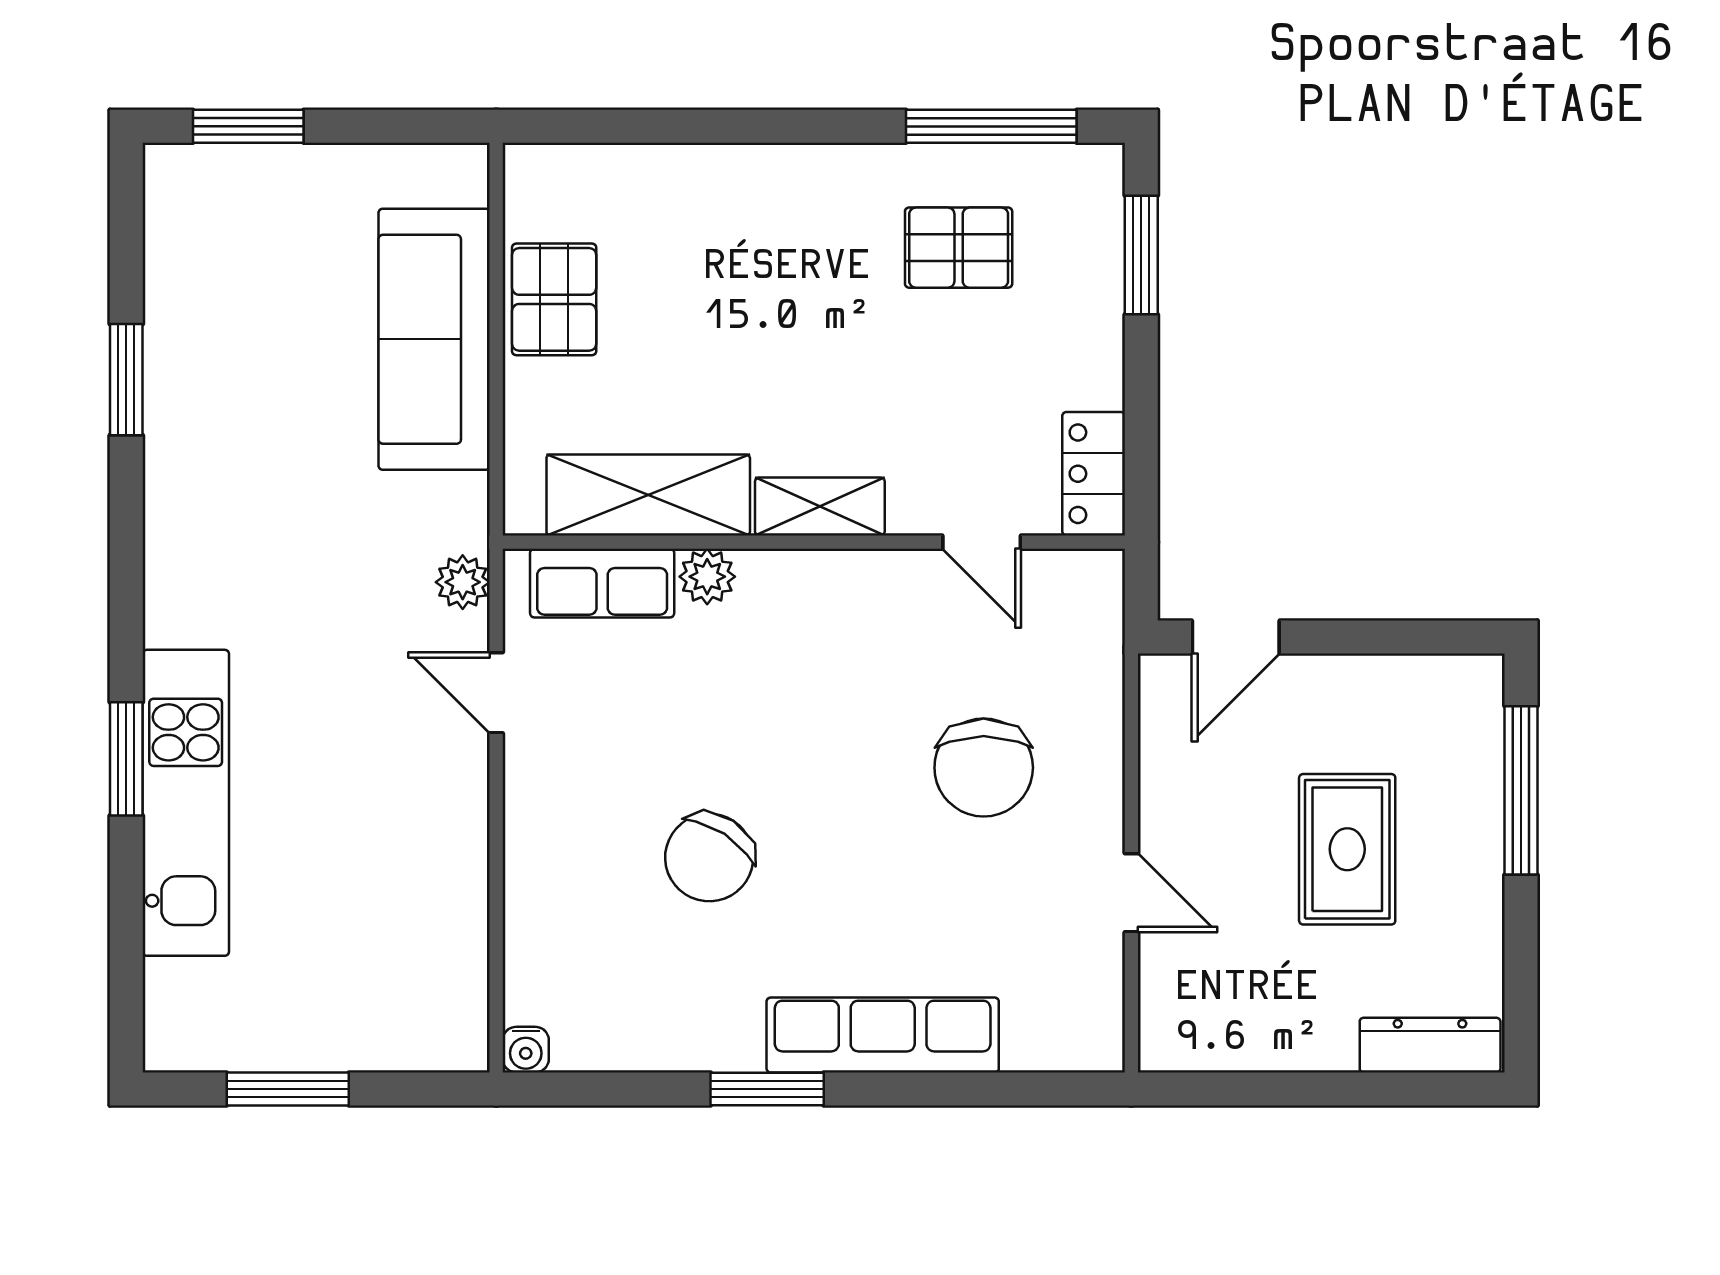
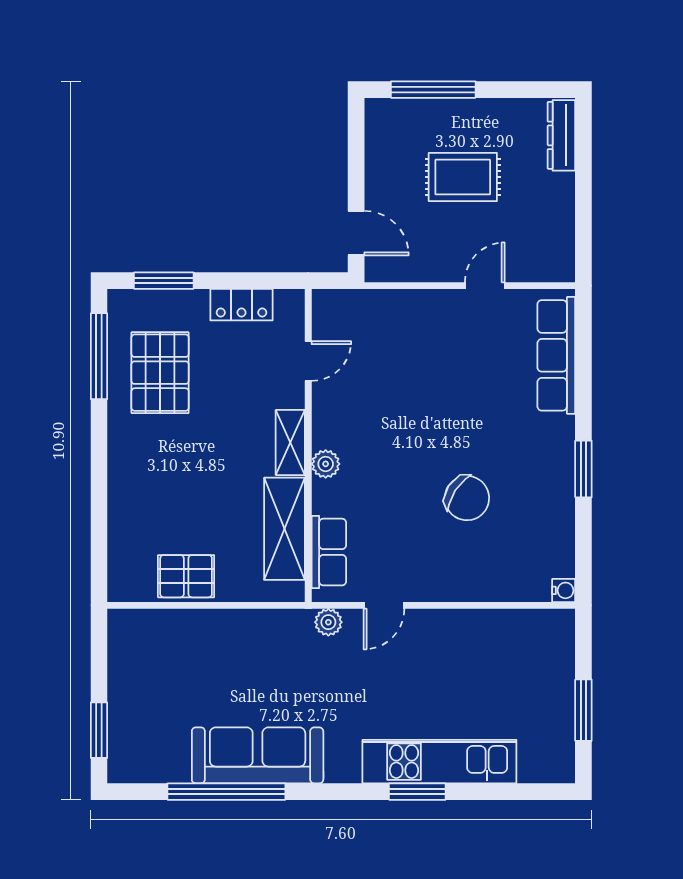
pallet: (959, 248) -> (160, 373), width x1.50, depth x1.42
sofa: (434, 339) -> (258, 755), moved, turned 180
window: (126, 380) -> (226, 792), width x2.11
locker: (1094, 474) -> (241, 305), moved
plant: (707, 577) -> (326, 464), moved
chair: (984, 768) -> (422, 360), removed
row of seats: (883, 1035) -> (556, 355), moved

